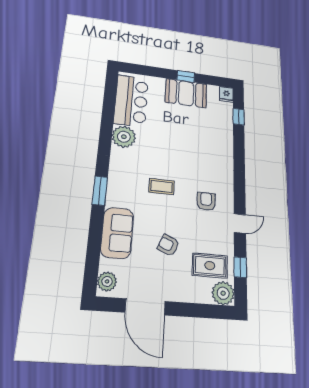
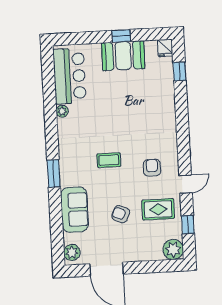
plant: (124, 137) -> (62, 111), width x0.53, depth x0.53
rug: (210, 266) -> (158, 209), moved

